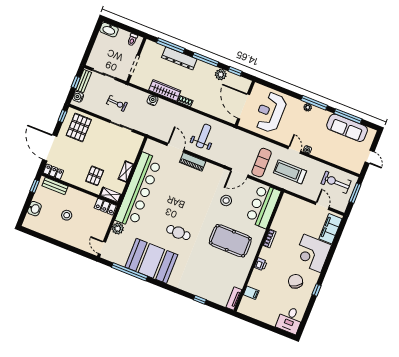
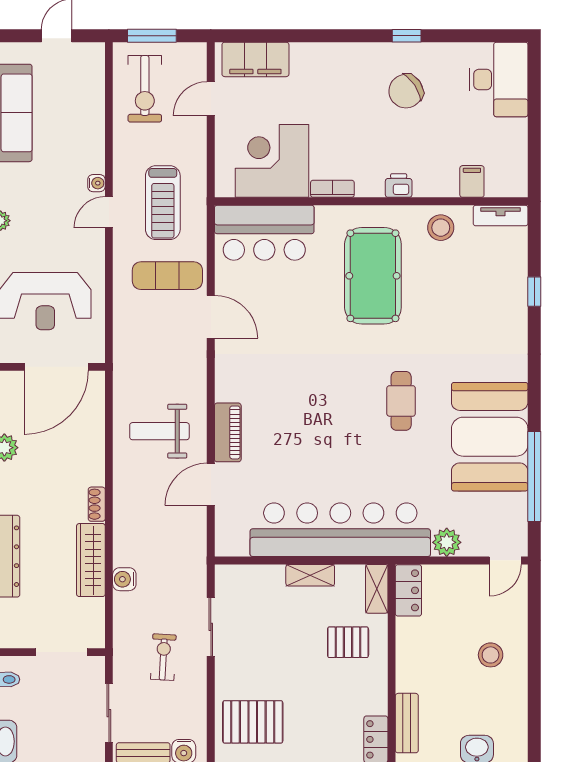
stool: (226, 200) -> (441, 228), moved
stool: (67, 215) -> (491, 655), moved
corner desk: (312, 253) -> (272, 161), moved, turned 180
desk: (290, 320) -> (499, 79), width x1.37

